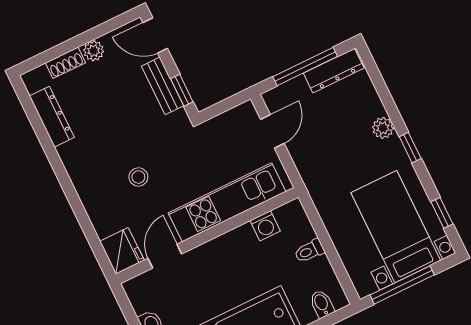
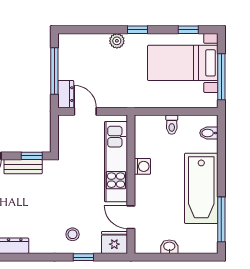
dresser: (334, 71) -> (66, 94), moved, width x0.70
stool: (138, 177) -> (73, 234), moved
window: (84, 220) -> (83, 257), added
washing machine: (265, 226) -> (142, 166), moved

